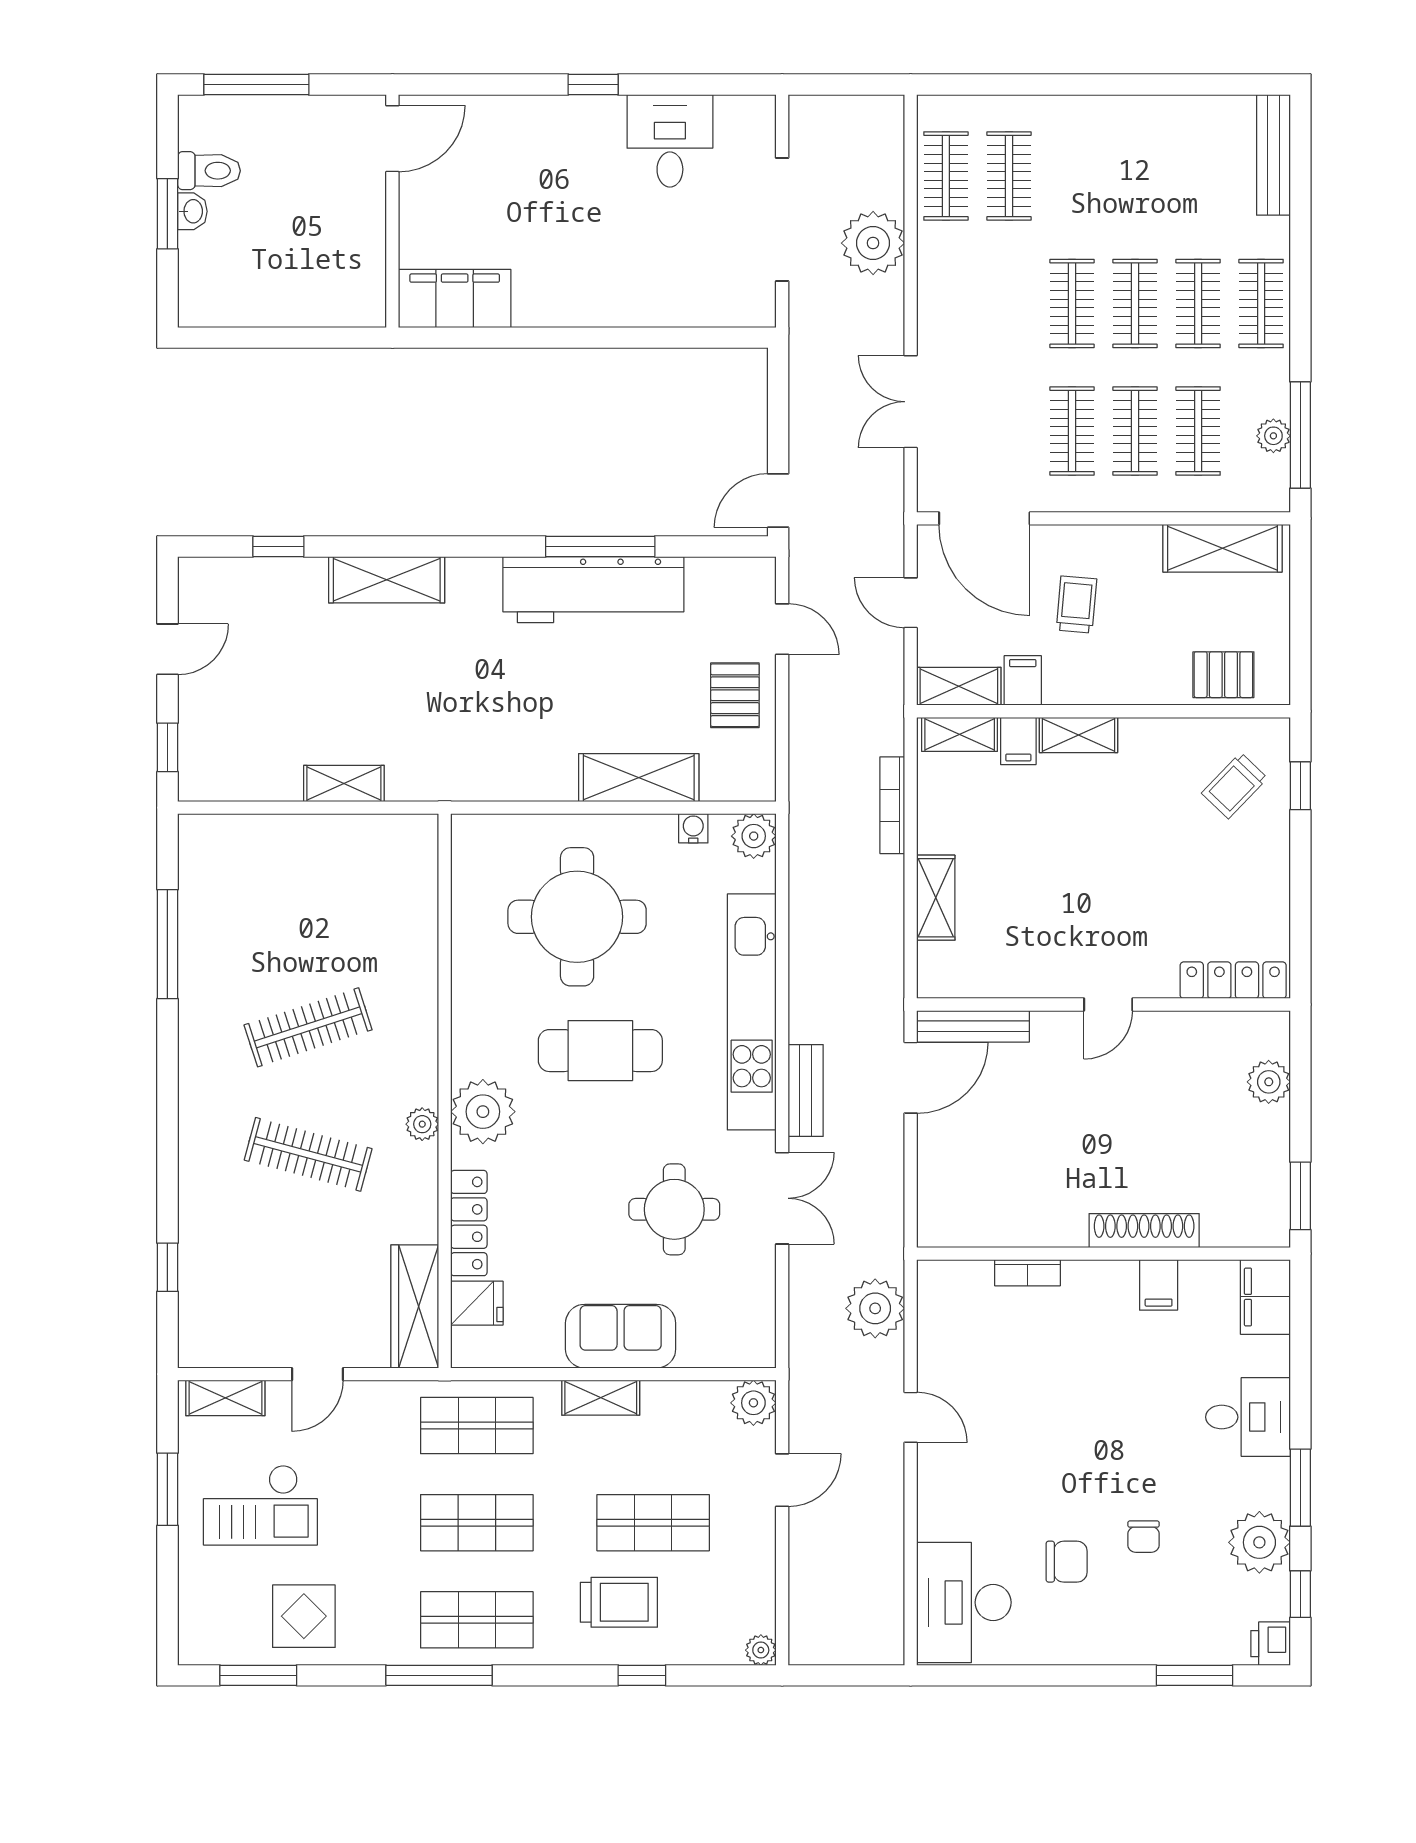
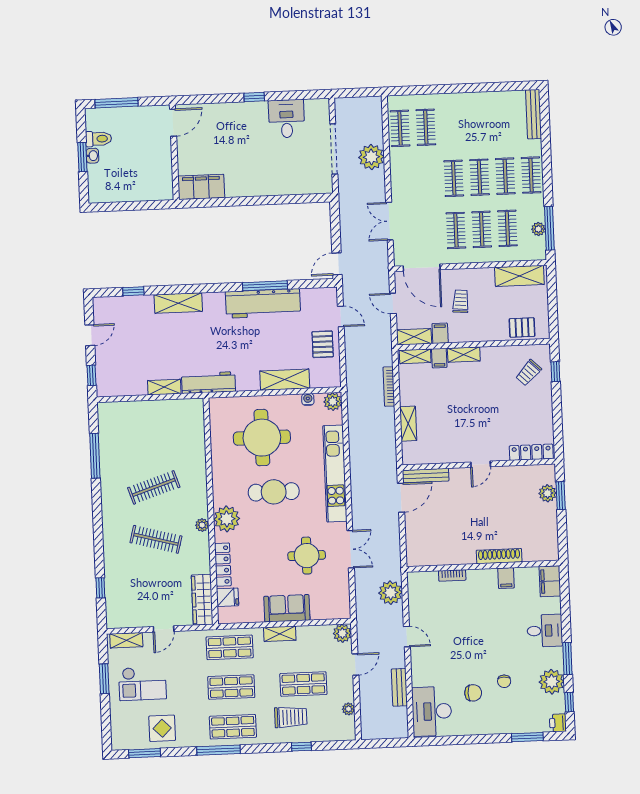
workbench: (452, 777) -> (209, 383), added
bench: (806, 1091) -> (399, 687), moved
window: (1300, 1196) -> (561, 496), moved
plant: (761, 1650) -> (349, 709), moved

